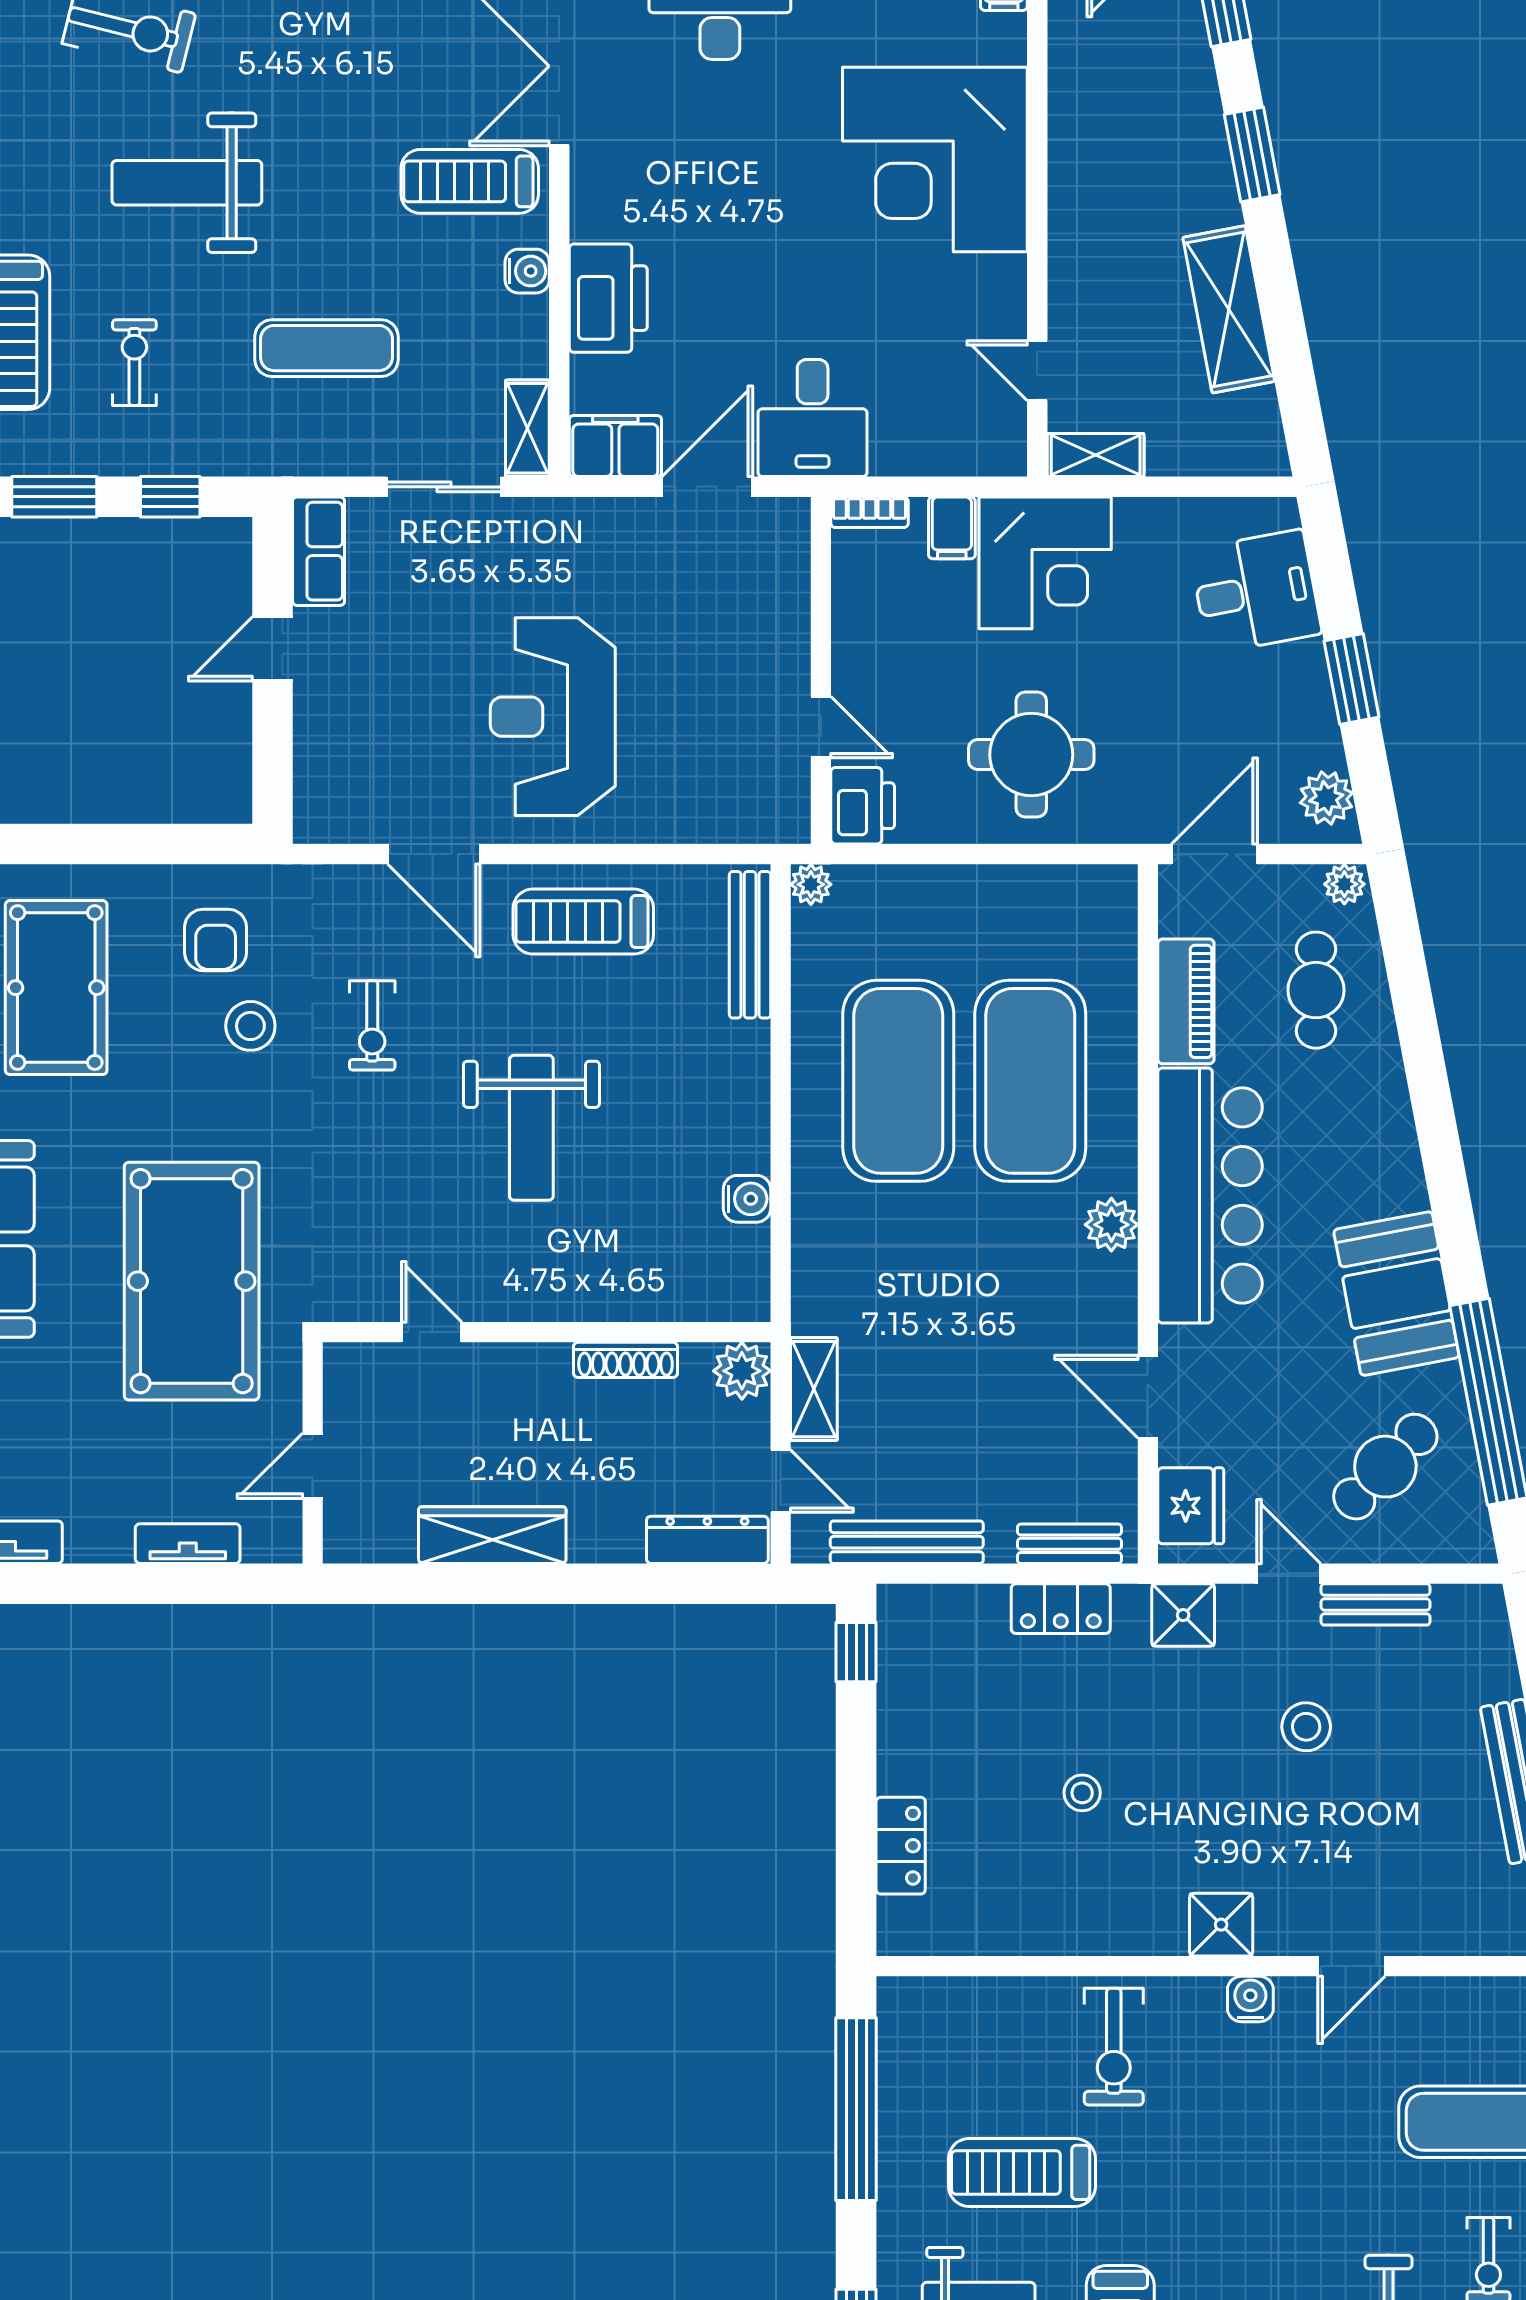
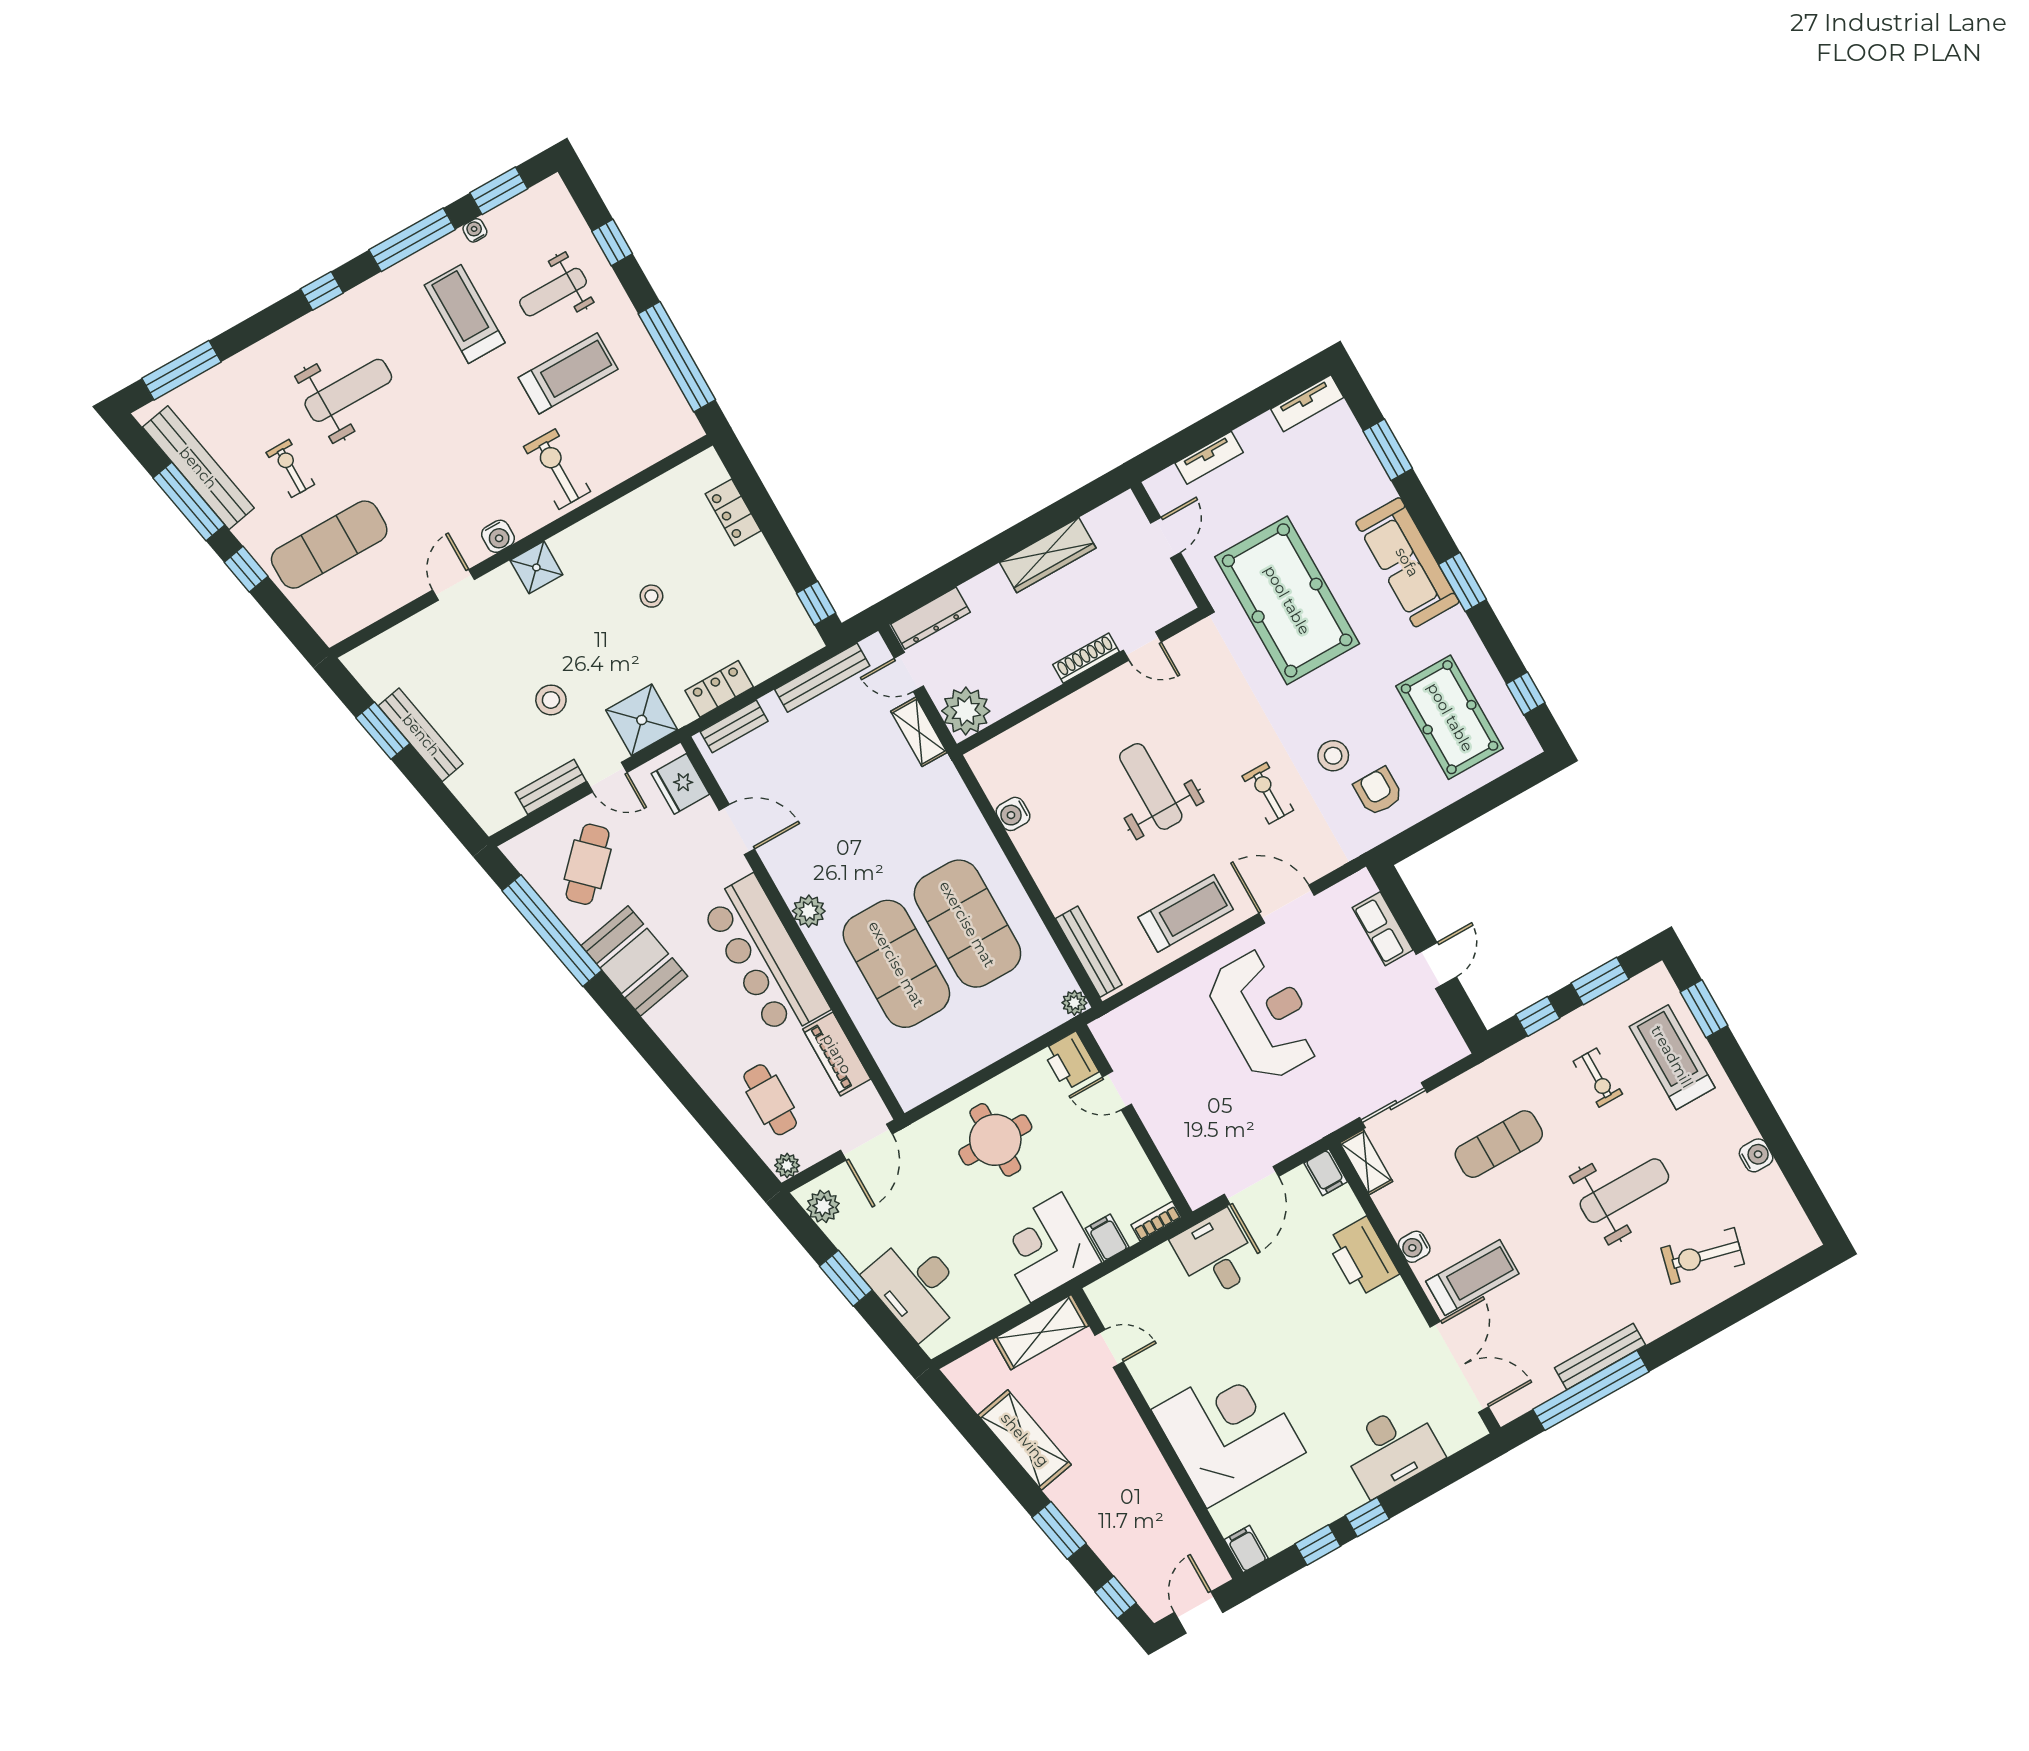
filing cabinet: (615, 446) -> (1326, 1172), width x0.50
shelving: (1096, 455) -> (1041, 1332), width x1.50, depth x1.33
row of seats: (319, 551) -> (1383, 929), moved
desk: (1256, 592) -> (916, 1287), width x1.37
shoe rack: (626, 1360) -> (1086, 658), moved
plant: (742, 1371) -> (966, 711), width x1.36, depth x1.36
shower: (1183, 1615) -> (642, 720), width x1.36, depth x1.36

